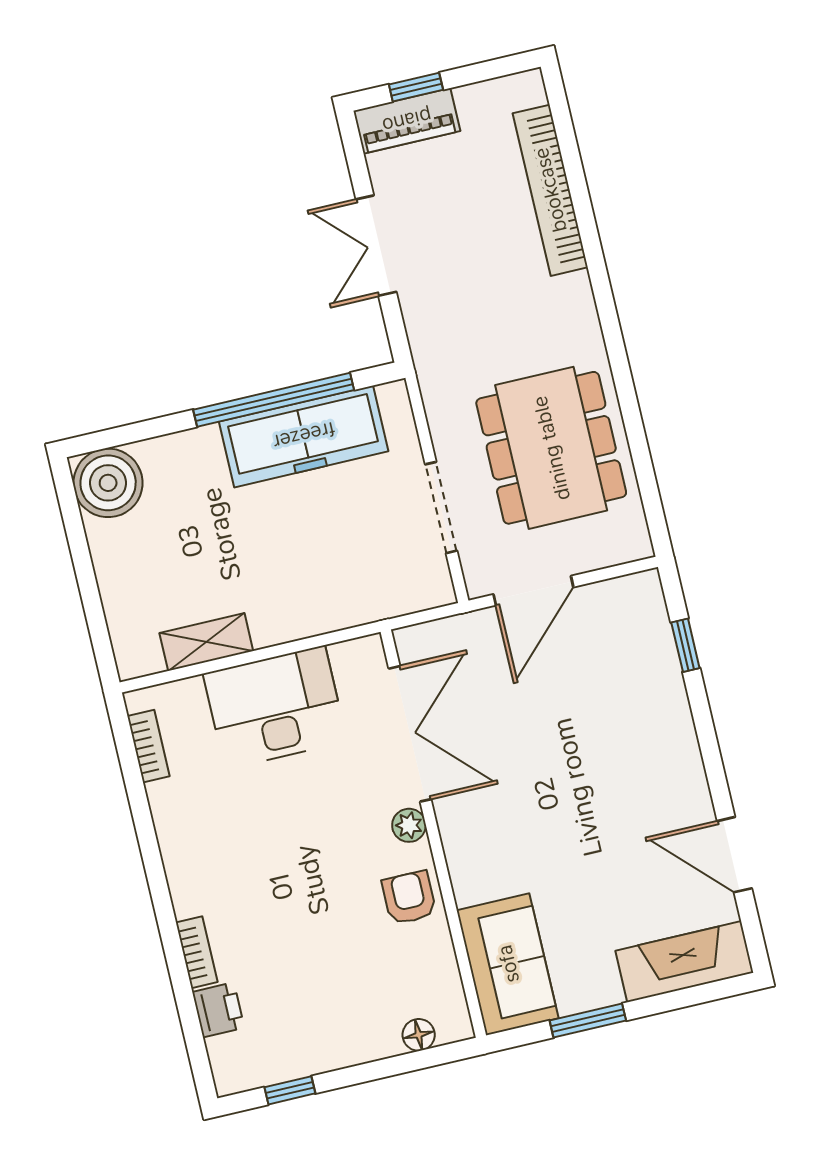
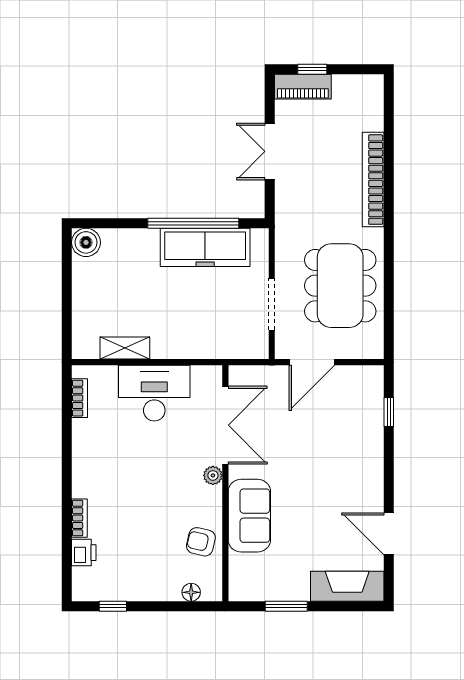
bookcase: (550, 190) -> (373, 180), moved
boiler: (108, 483) -> (86, 242), width x0.73, depth x0.73
armchair: (409, 898) -> (201, 542), moved, turned -77
sofa: (508, 964) -> (249, 516), moved

